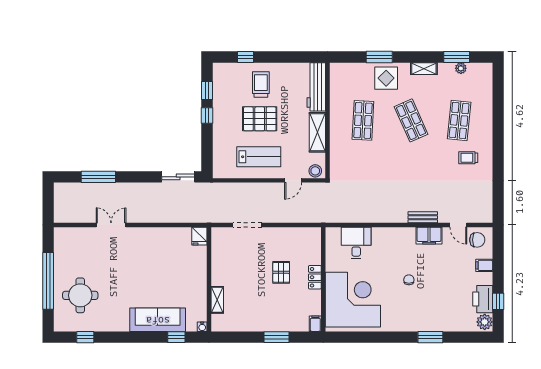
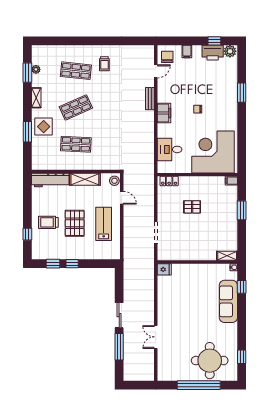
sliding door: (178, 177) -> (119, 315), moved
filing cabinet: (429, 236) -> (164, 113), moved
locker: (315, 277) -> (169, 181), moved
round table: (80, 295) -> (210, 361), width x1.36, depth x1.36
shelving: (217, 300) -> (227, 256), moved

